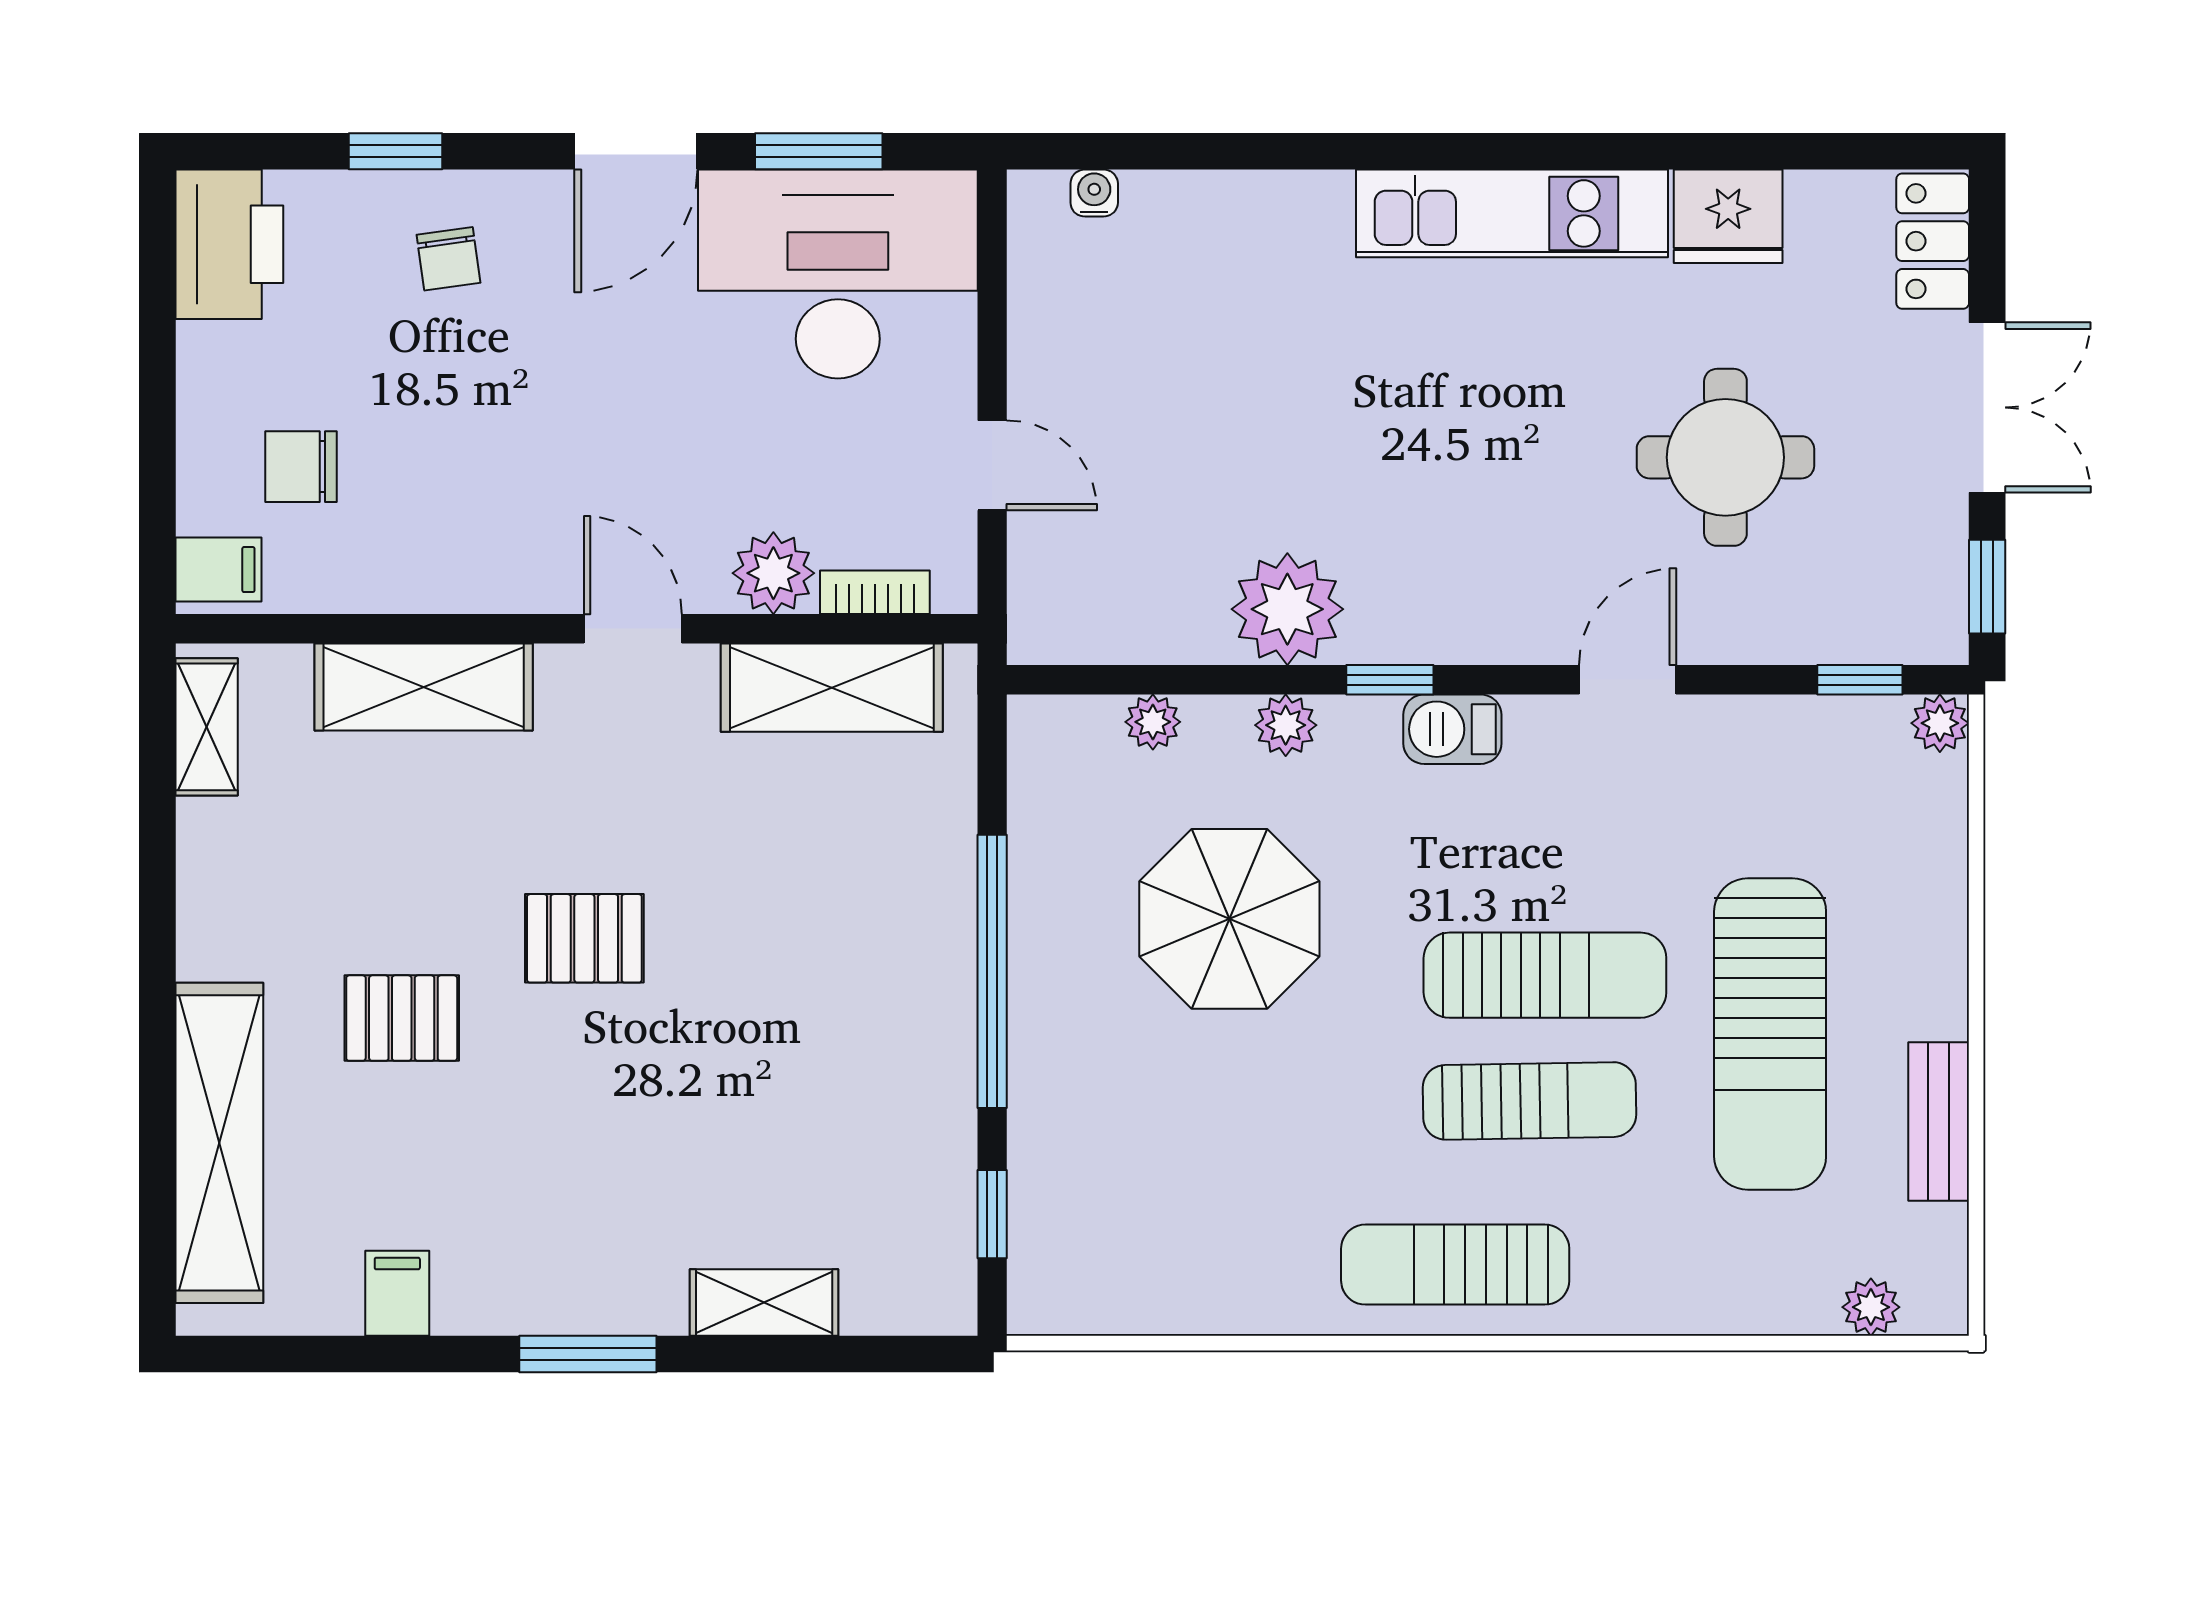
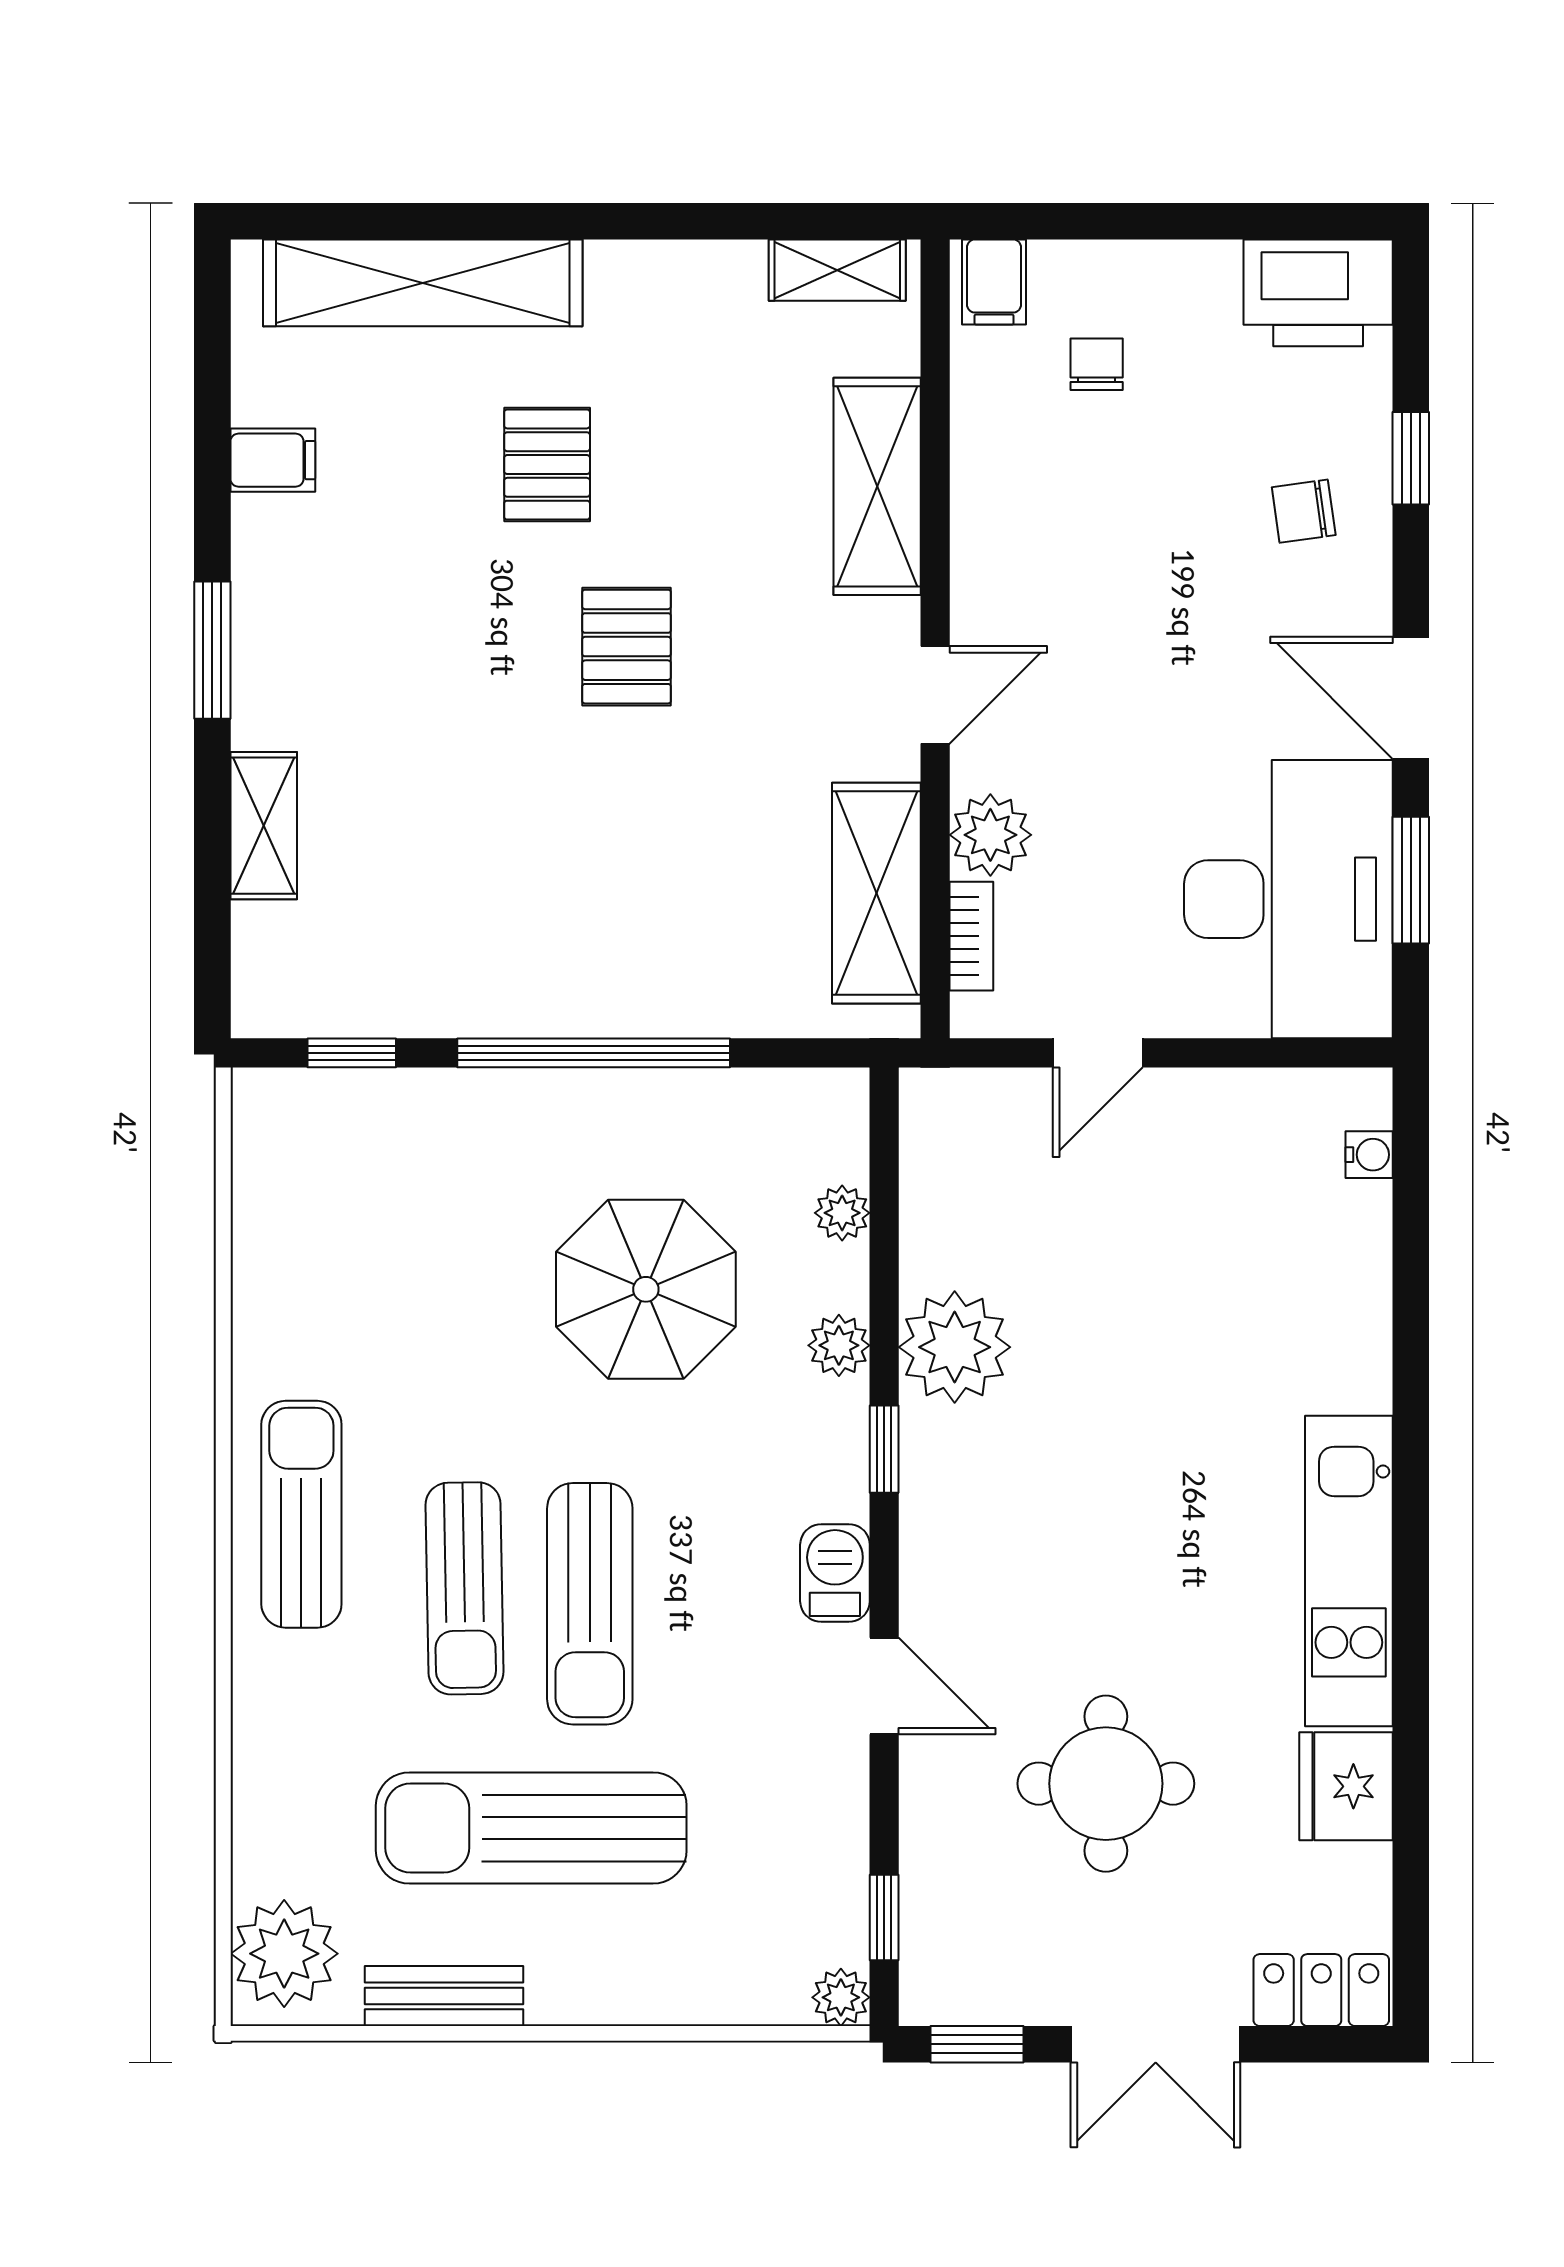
chair: (301, 467) -> (1097, 364), width x0.73, depth x0.73
barbecue: (1452, 729) -> (835, 1573), moved
plant: (1871, 1307) -> (284, 1954), width x1.88, depth x1.88

